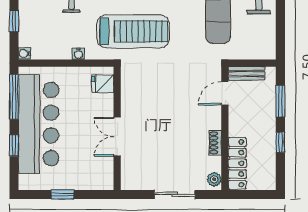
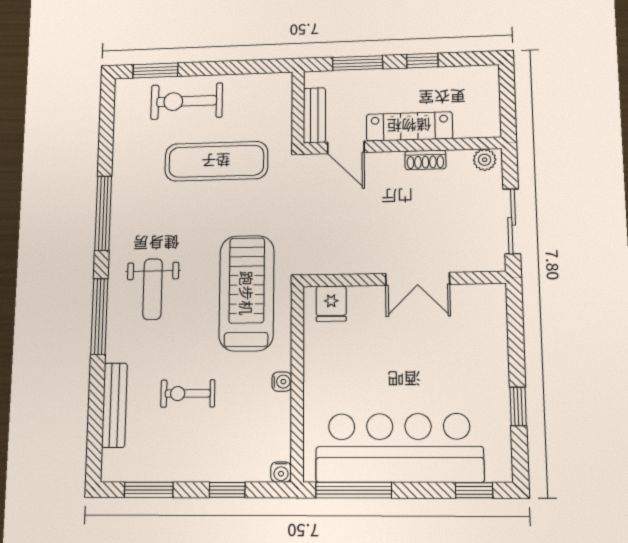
fridge: (103, 84) -> (331, 304), moved
wall: (117, 128) -> (404, 279), moved
double door: (117, 137) -> (418, 279), moved
window: (14, 146) -> (474, 490), moved
locker: (237, 163) -> (409, 126), moved

